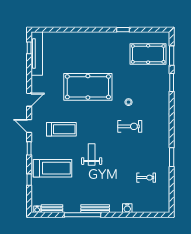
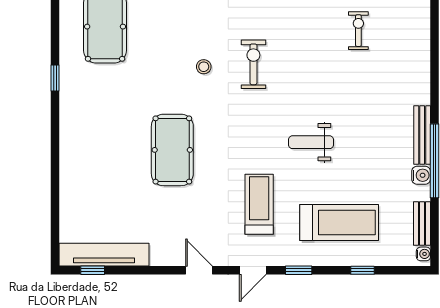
pool table: (88, 87) -> (172, 150), width x0.73, depth x0.76
treadmill: (52, 168) -> (339, 222), turned 90
water cooler: (127, 208) -> (421, 175), moved

